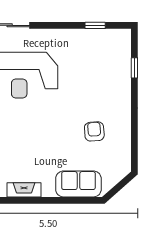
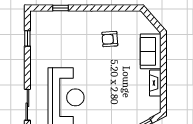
fireplace: (24, 190) -> (155, 83), moved

